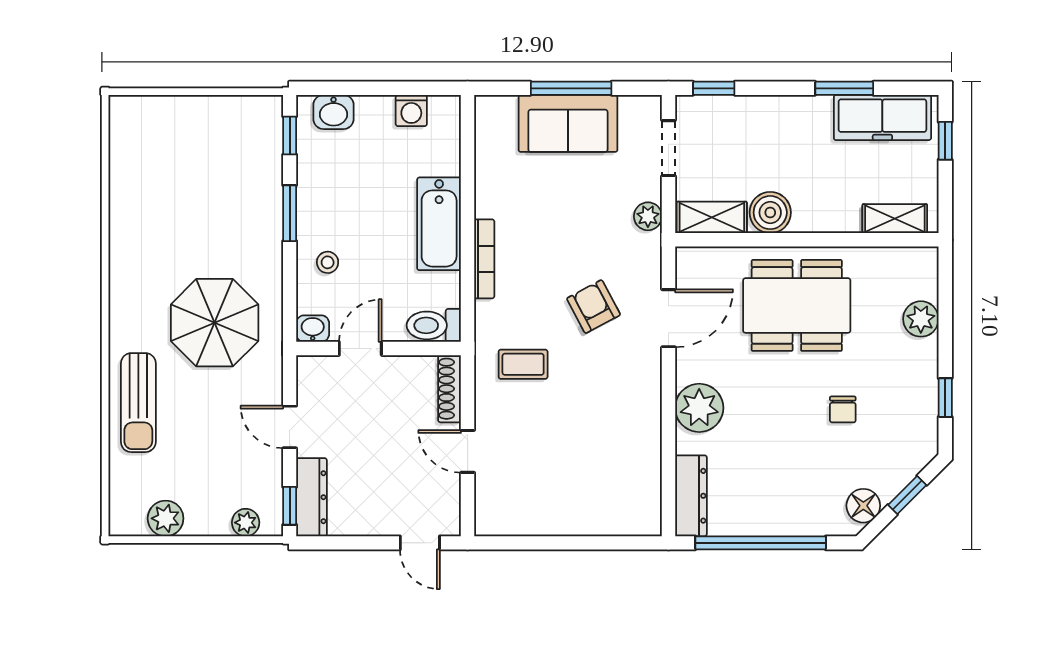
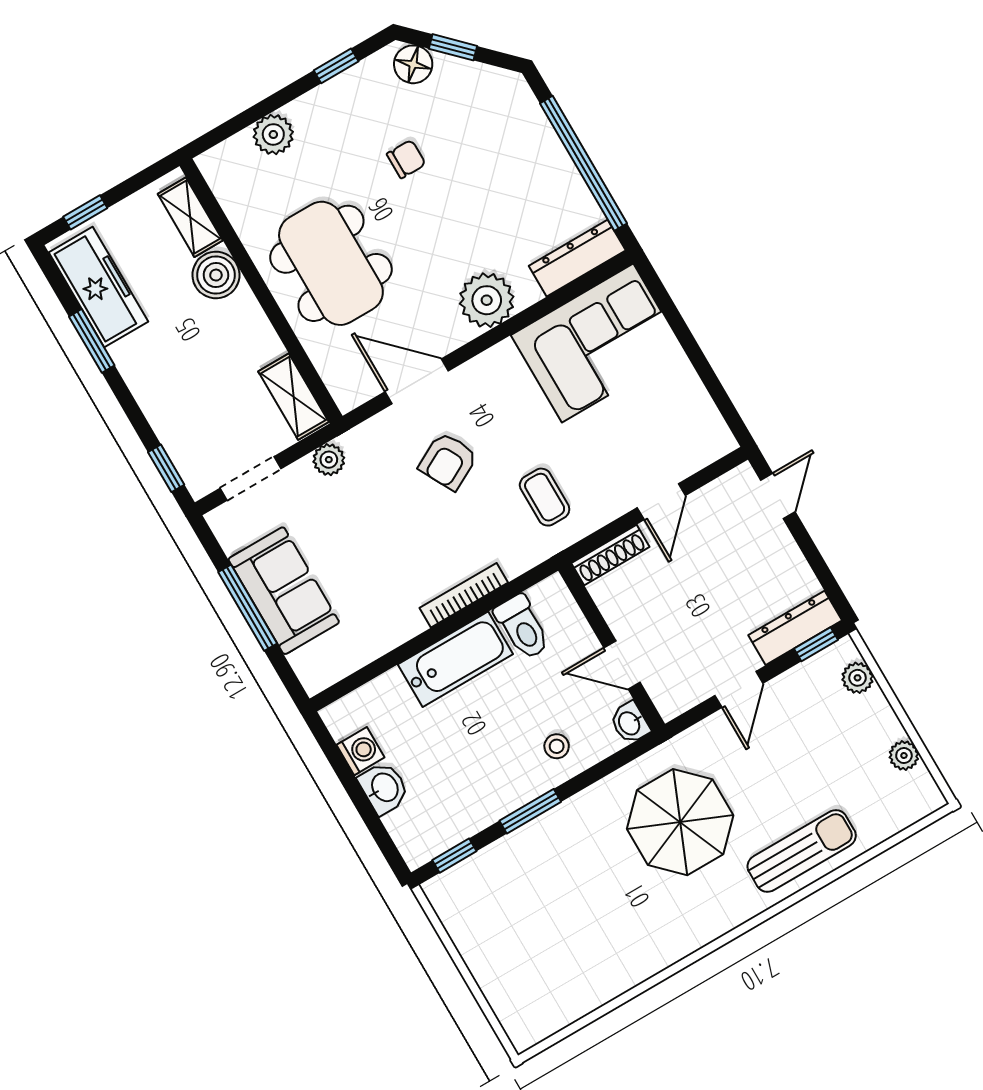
washbasin: (334, 112) -> (384, 788), moved
boiler: (770, 213) -> (216, 275), moved
toilet: (434, 325) -> (522, 627), moved
corner sofa: (617, 473) -> (598, 343), added
floor lamp: (863, 506) -> (413, 64), moved
plant: (166, 518) -> (904, 756), width x0.73, depth x0.73

